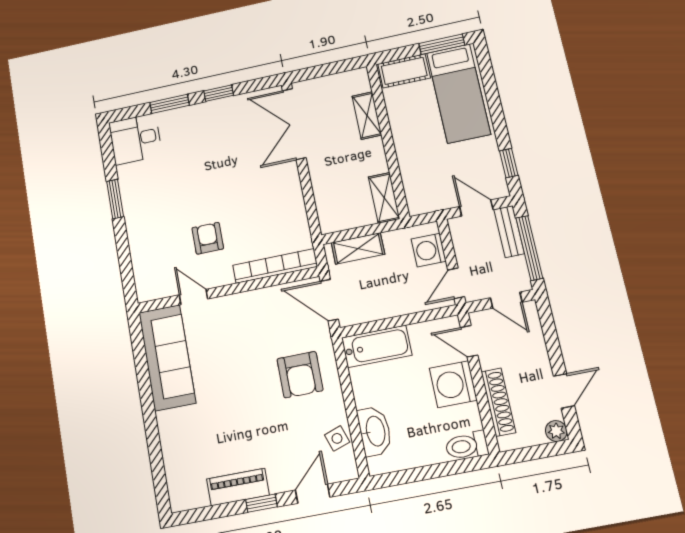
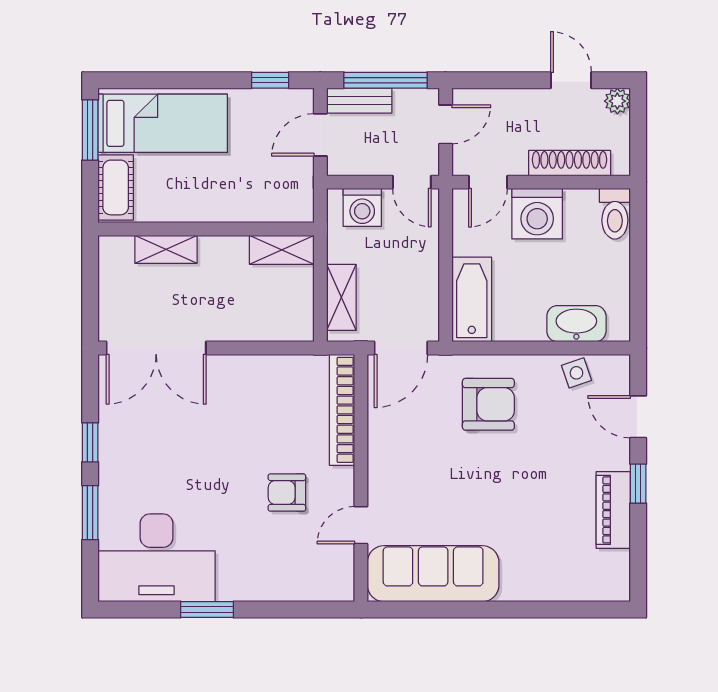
desk: (135, 139) -> (157, 558), width x1.87, depth x1.30

